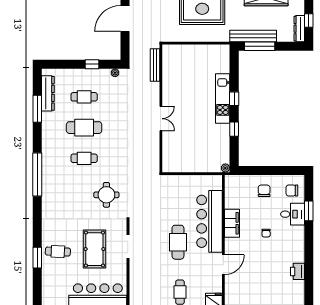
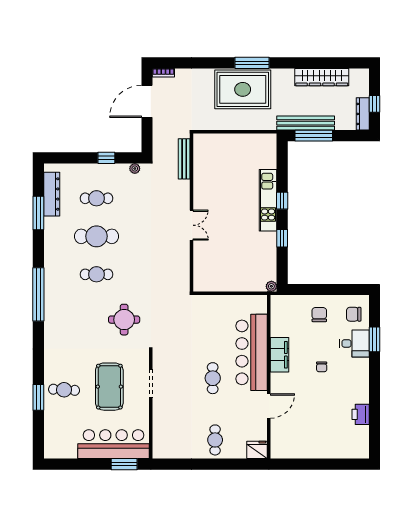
cafe table: (178, 242) -> (213, 378), width x0.73, depth x0.74

